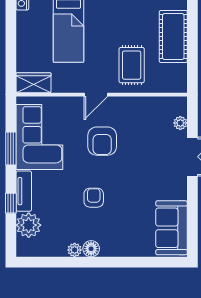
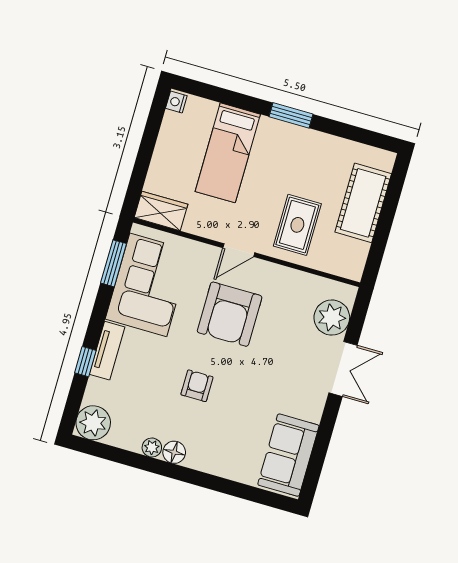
plant: (180, 123) -> (332, 318), width x1.87, depth x1.87
armchair: (102, 141) -> (230, 314), width x1.36, depth x1.36
window: (11, 149) -> (114, 263), moved
plant: (29, 225) -> (93, 423), moved

